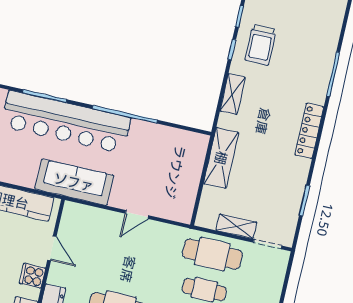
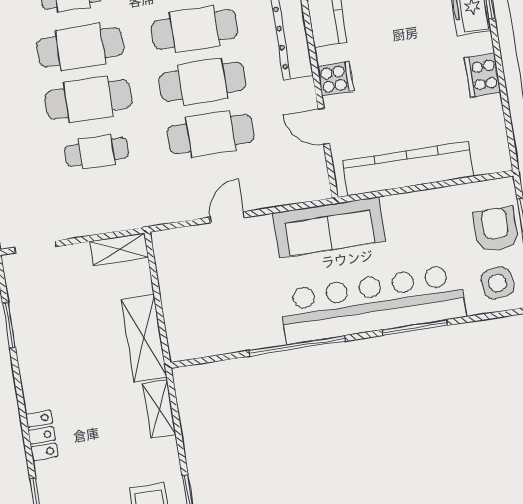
shelving: (233, 94) -> (159, 409), moved
locker: (309, 131) -> (42, 435), width x0.66
shelving: (236, 226) -> (119, 249), moved
cafe table: (212, 254) -> (211, 134), moved

